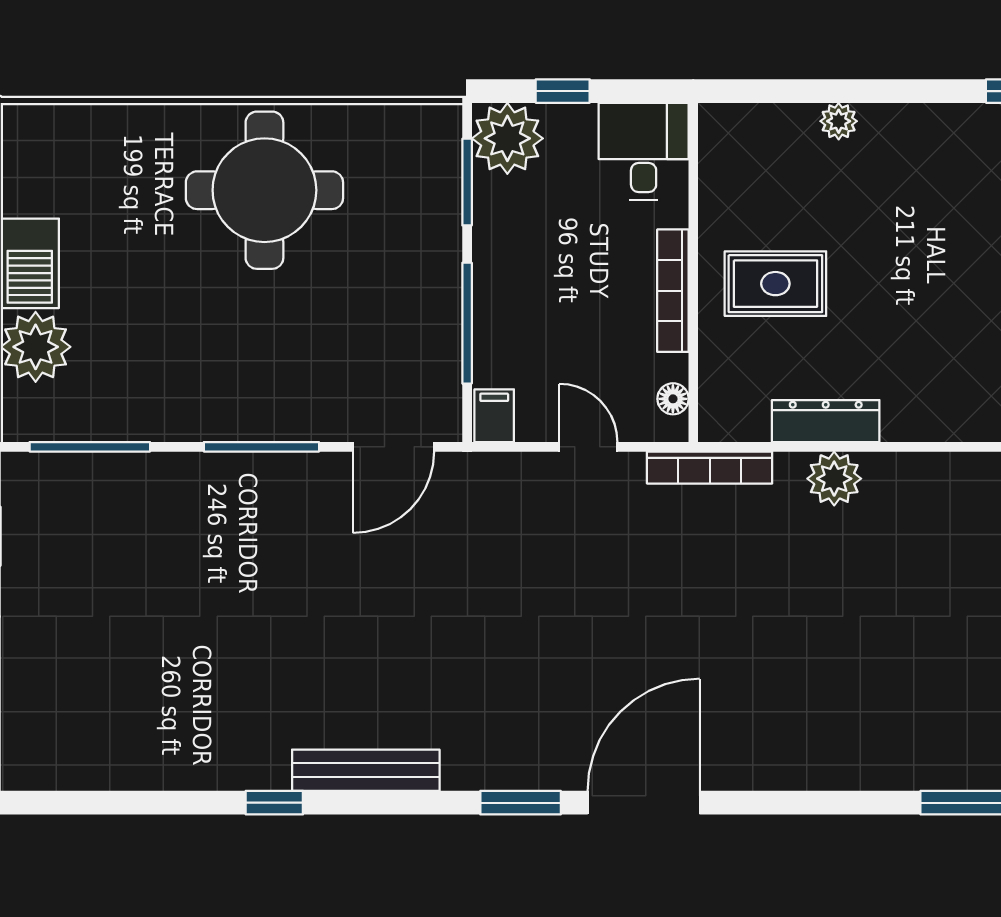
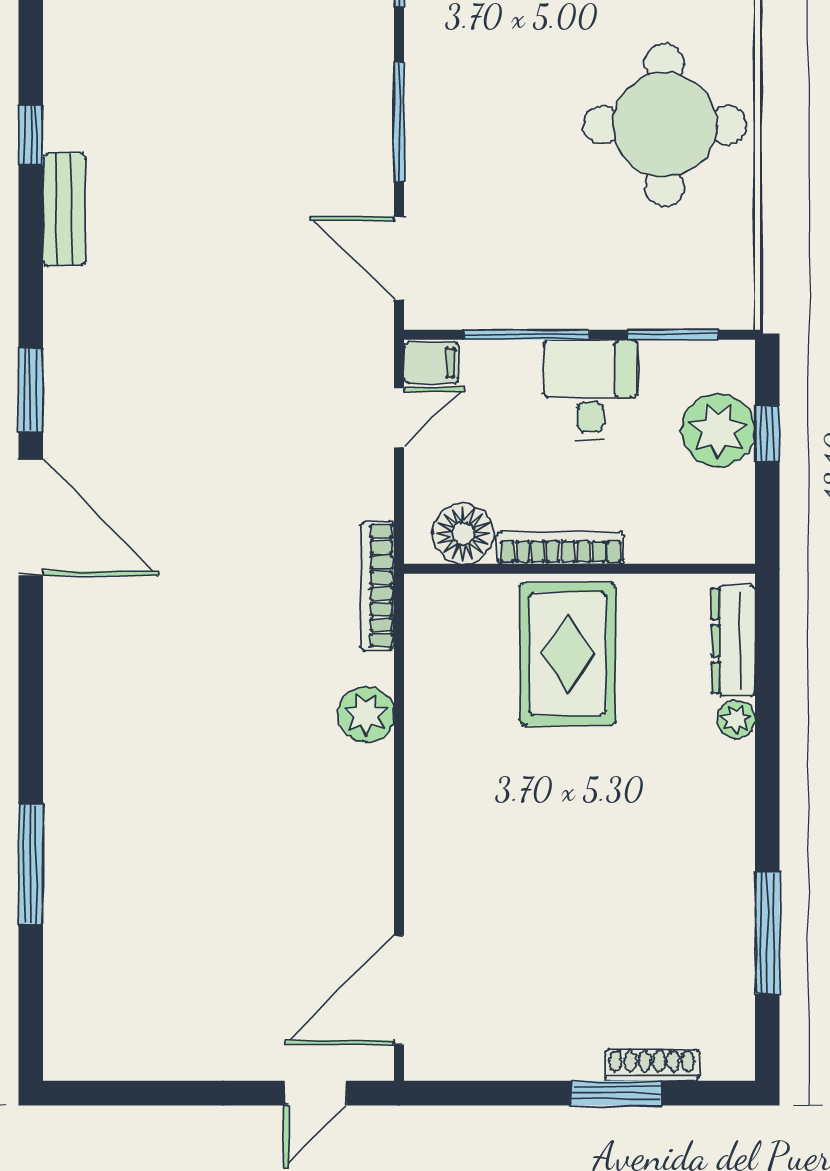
plant: (507, 138) -> (718, 430), moved
desk: (644, 151) -> (590, 390), moved, turned -90
rug: (775, 284) -> (568, 654), width x1.36, depth x1.43
floor lamp: (673, 399) -> (463, 534), width x1.89, depth x1.89
dresser: (826, 421) -> (733, 641), moved, turned 180
door: (588, 447) -> (399, 417), moved
bench: (366, 770) -> (64, 210), width x0.73

